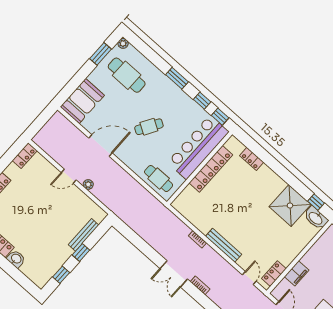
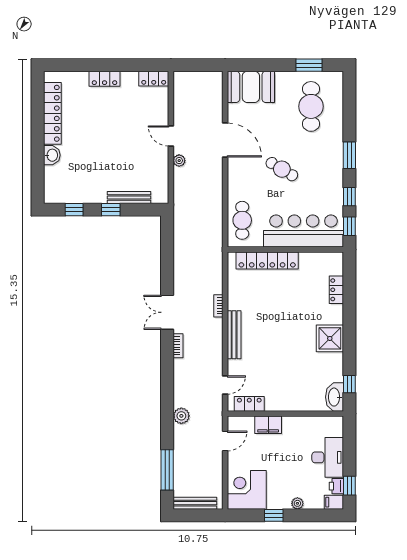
plant: (123, 43) -> (337, 77), removed
locker: (211, 169) -> (267, 260), moved
shower: (290, 206) -> (330, 338), moved, width x0.73, depth x0.73

